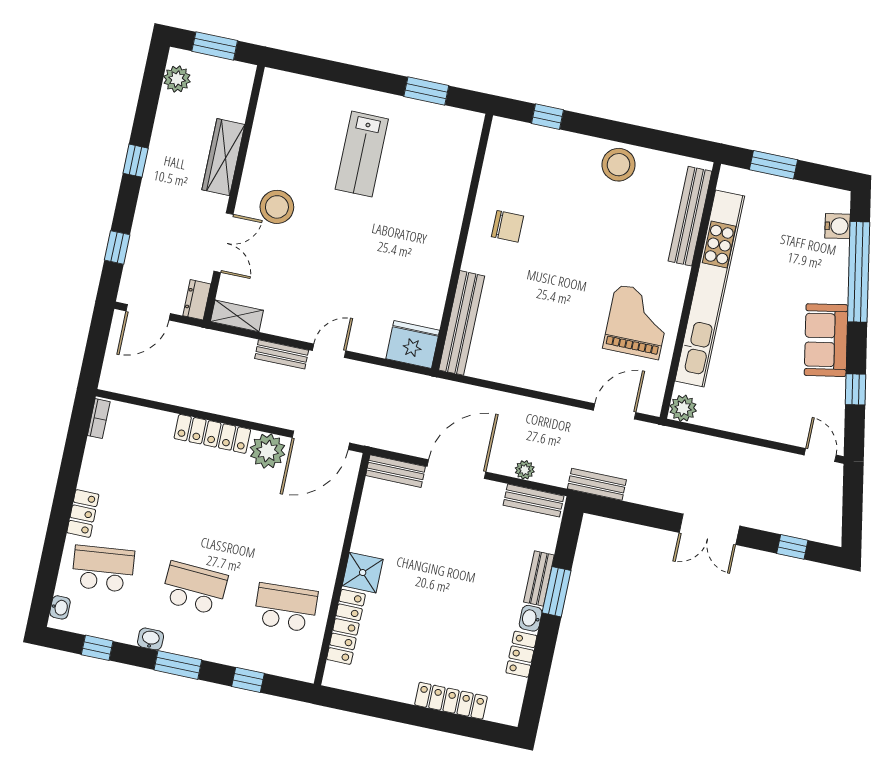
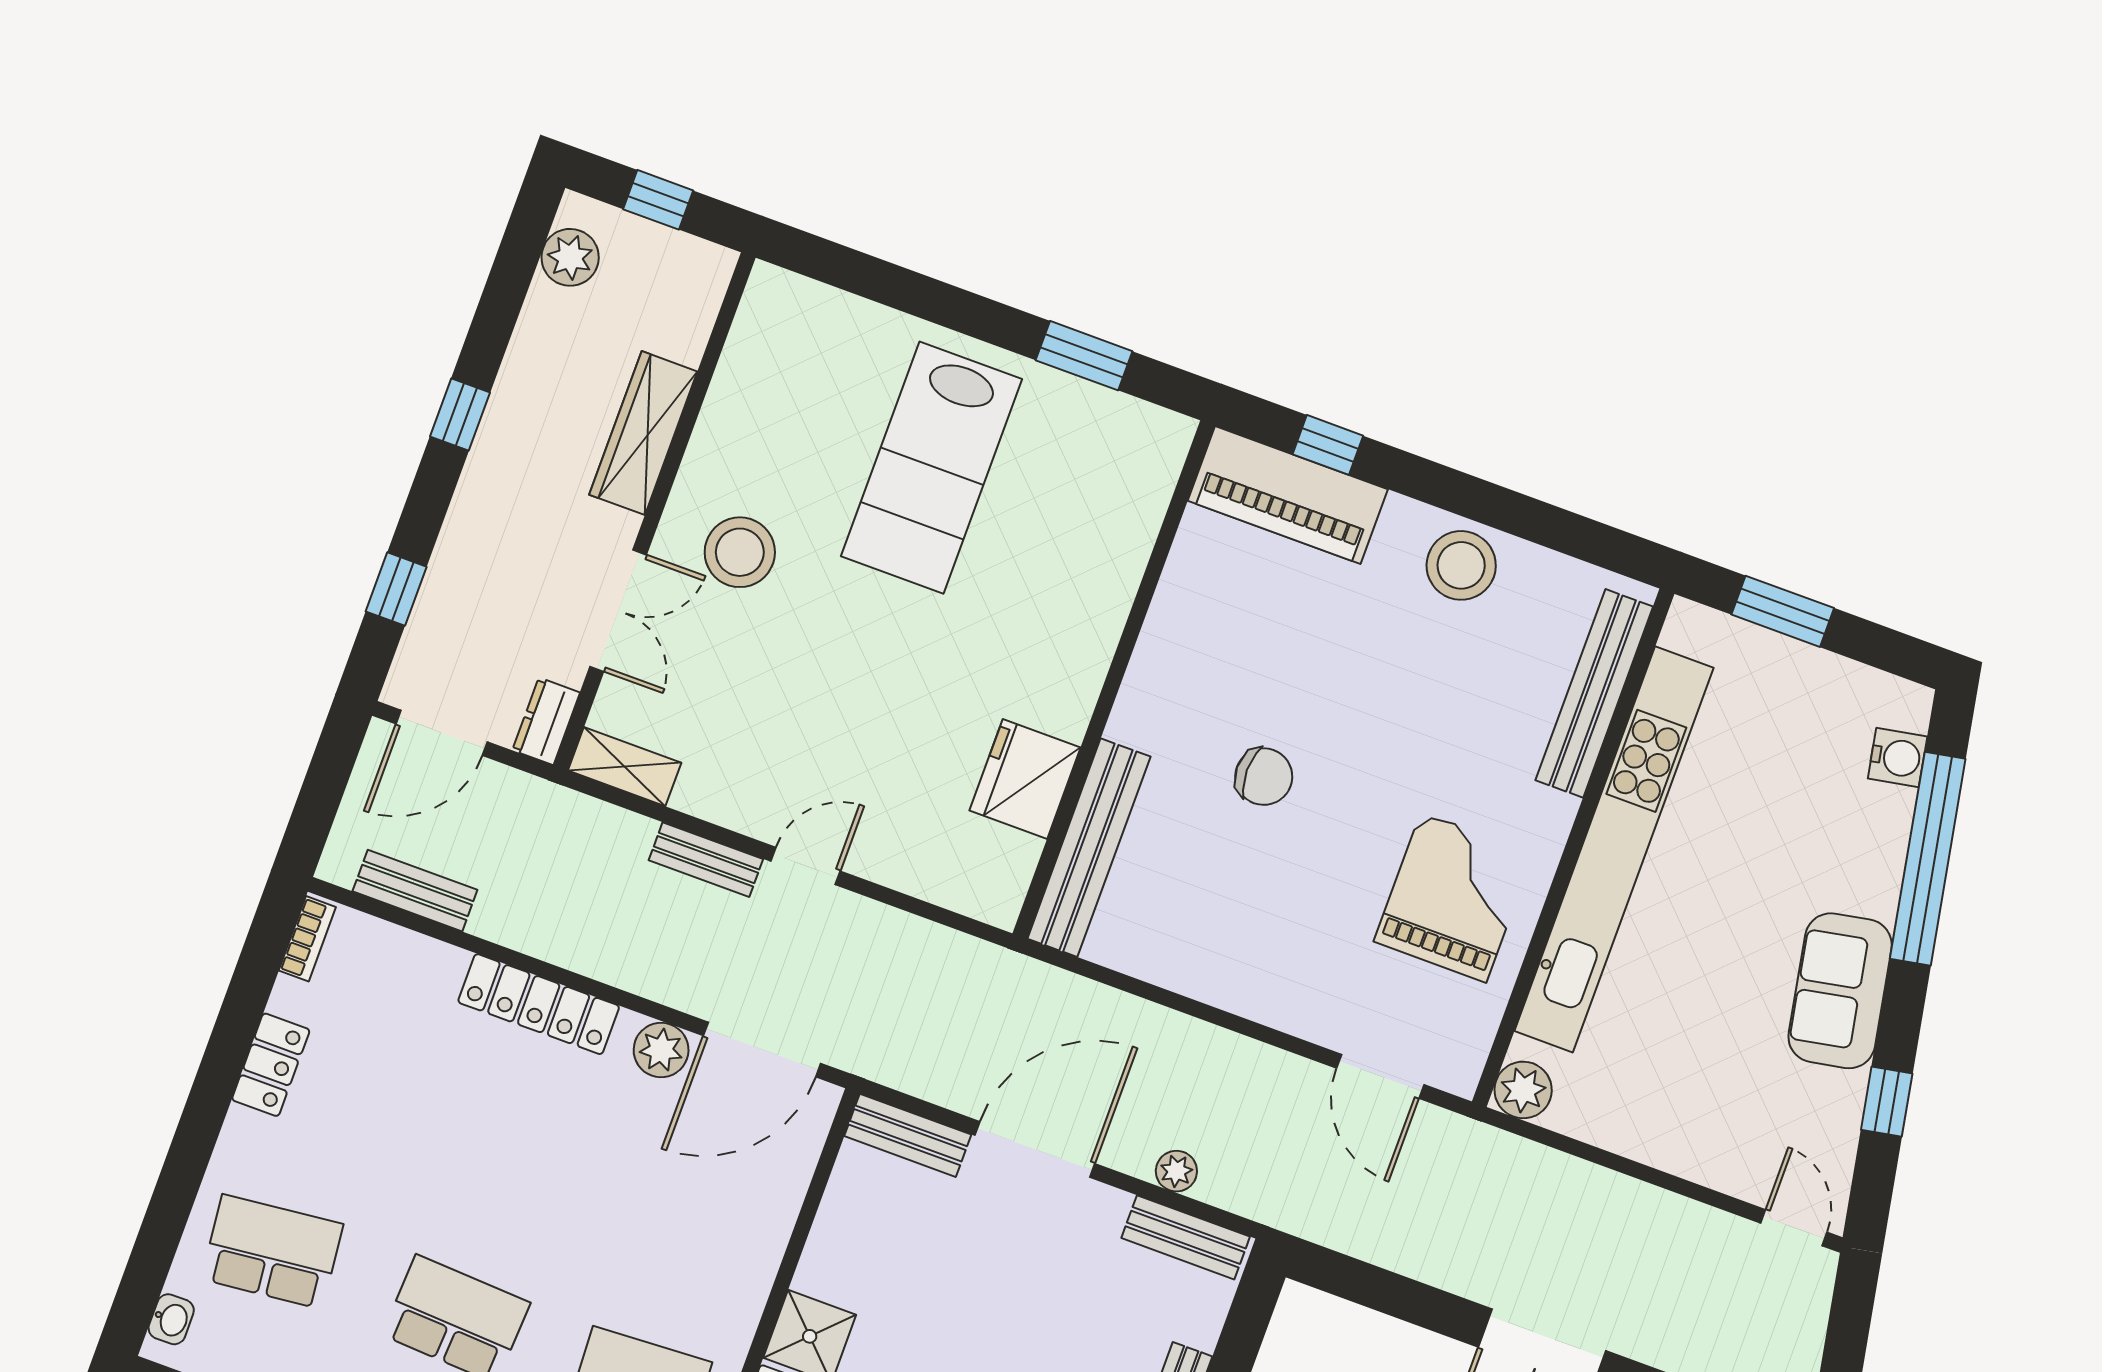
window: (215, 46) -> (658, 200), width x0.67
piano: (532, 143) -> (1288, 495), added
lab bench: (362, 154) -> (932, 468), width x1.36, depth x1.39
chair: (507, 226) -> (1264, 777), moved
fridge: (413, 344) -> (1025, 779), moved, turned -90
door: (615, 411) -> (1380, 1076), swing flipped
plant: (268, 451) -> (661, 1050), width x0.73, depth x0.73
bench: (597, 484) -> (415, 891), moved
locker: (83, 513) -> (271, 1065), moved

